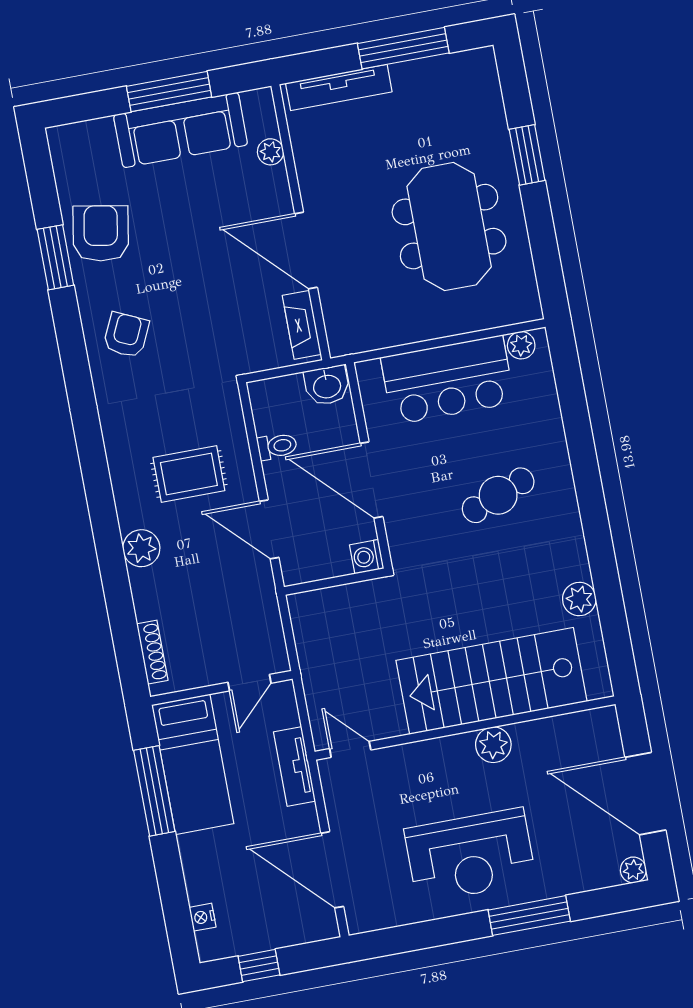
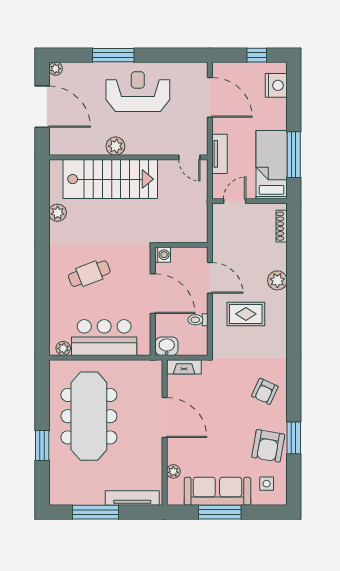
side table: (91, 161) -> (267, 484), added
meeting table: (449, 227) -> (89, 416), width x1.36
fireplace: (302, 325) -> (184, 367), moved, turned 90
nightstand: (203, 917) -> (276, 85), width x1.89, depth x1.79

